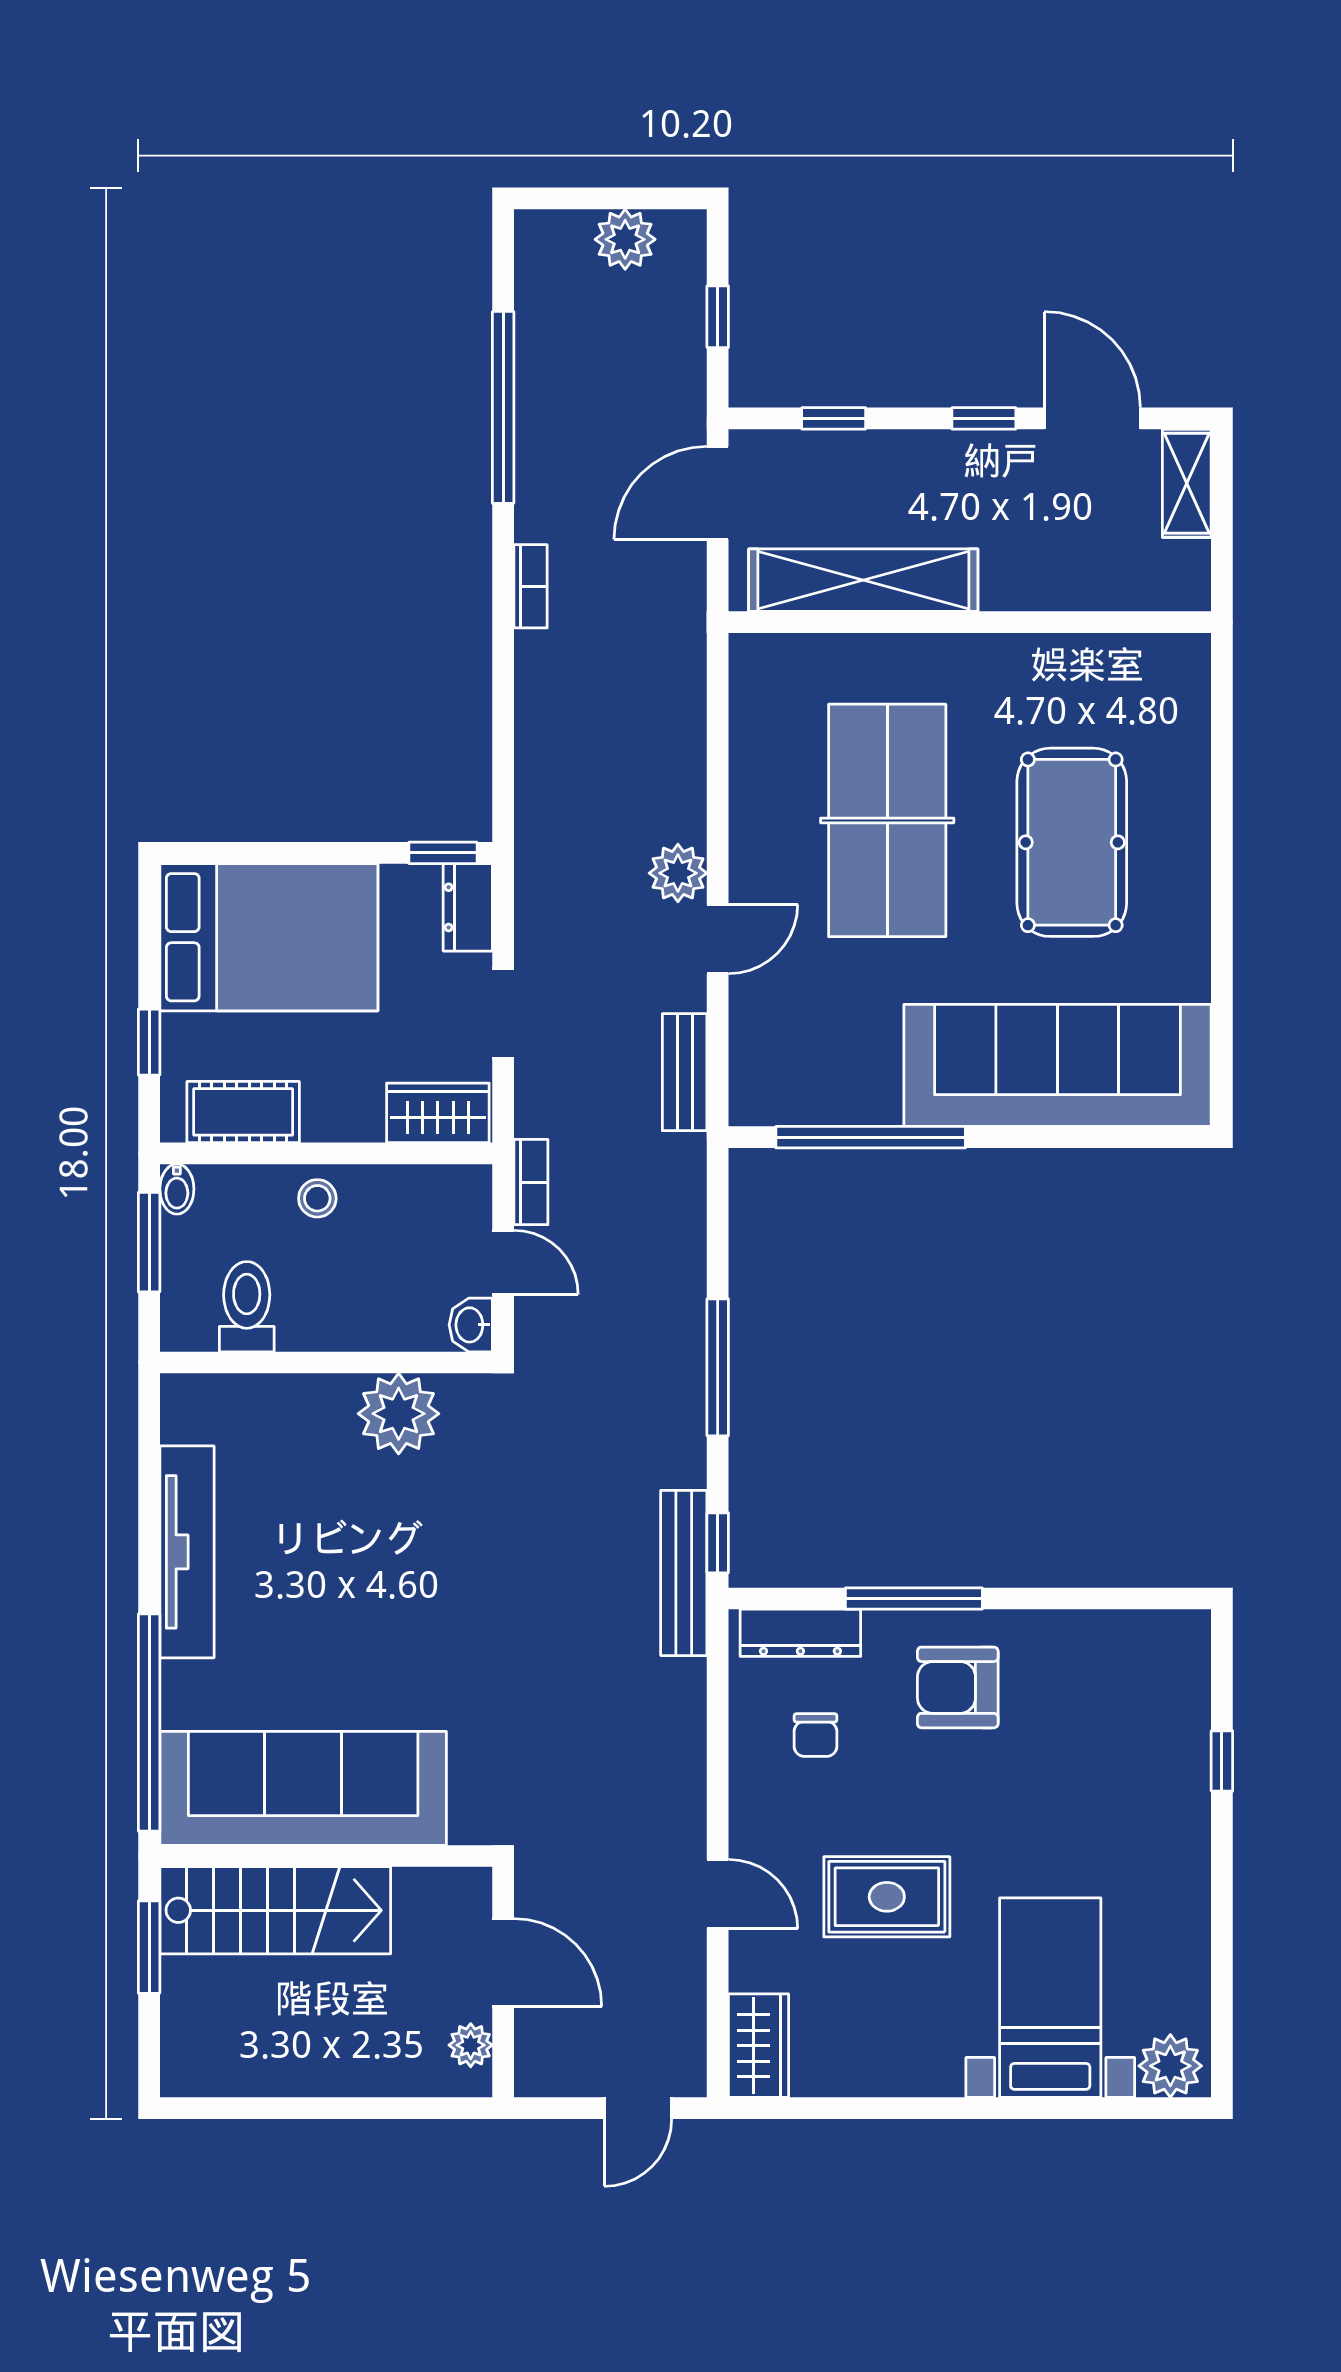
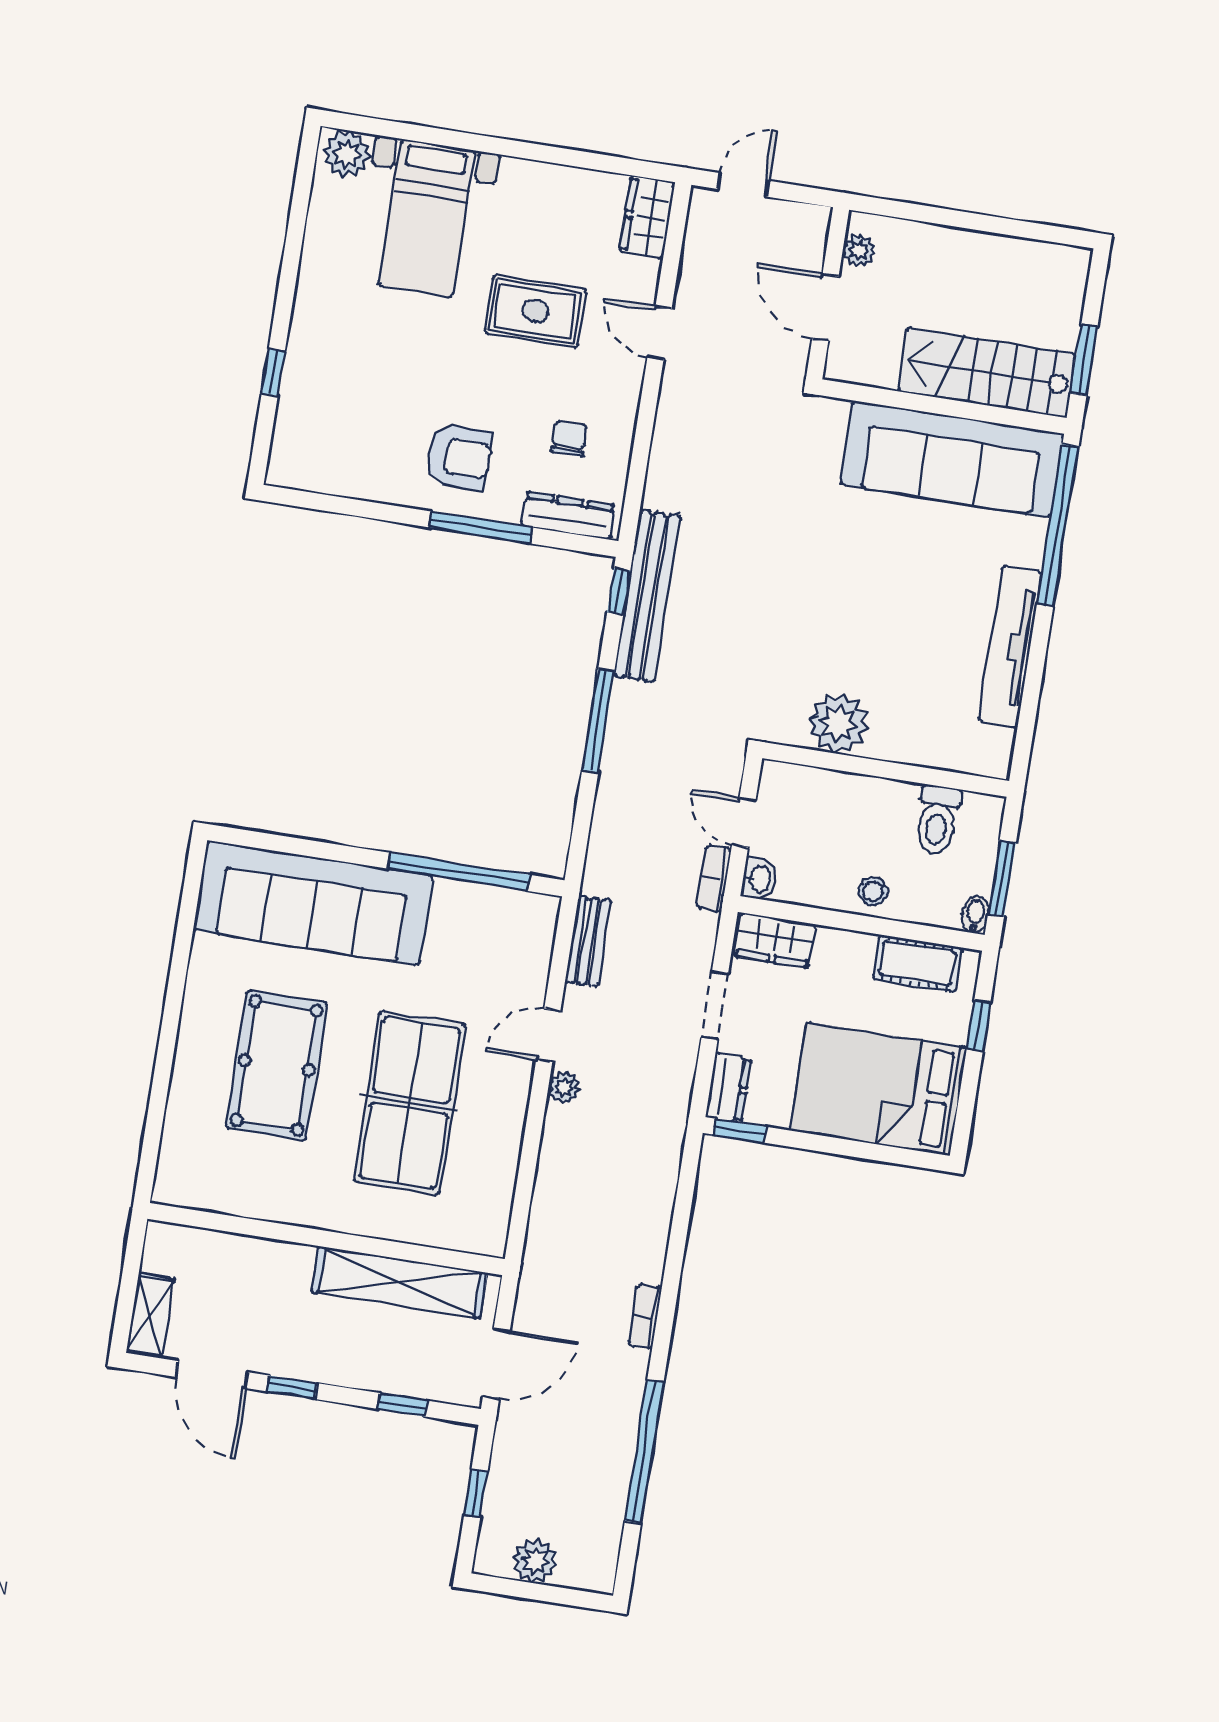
plant: (678, 873) -> (564, 1088), width x0.73, depth x0.73
washbasin: (471, 1325) -> (759, 879), moved
bench: (684, 1573) -> (647, 596), width x1.37, depth x1.21

